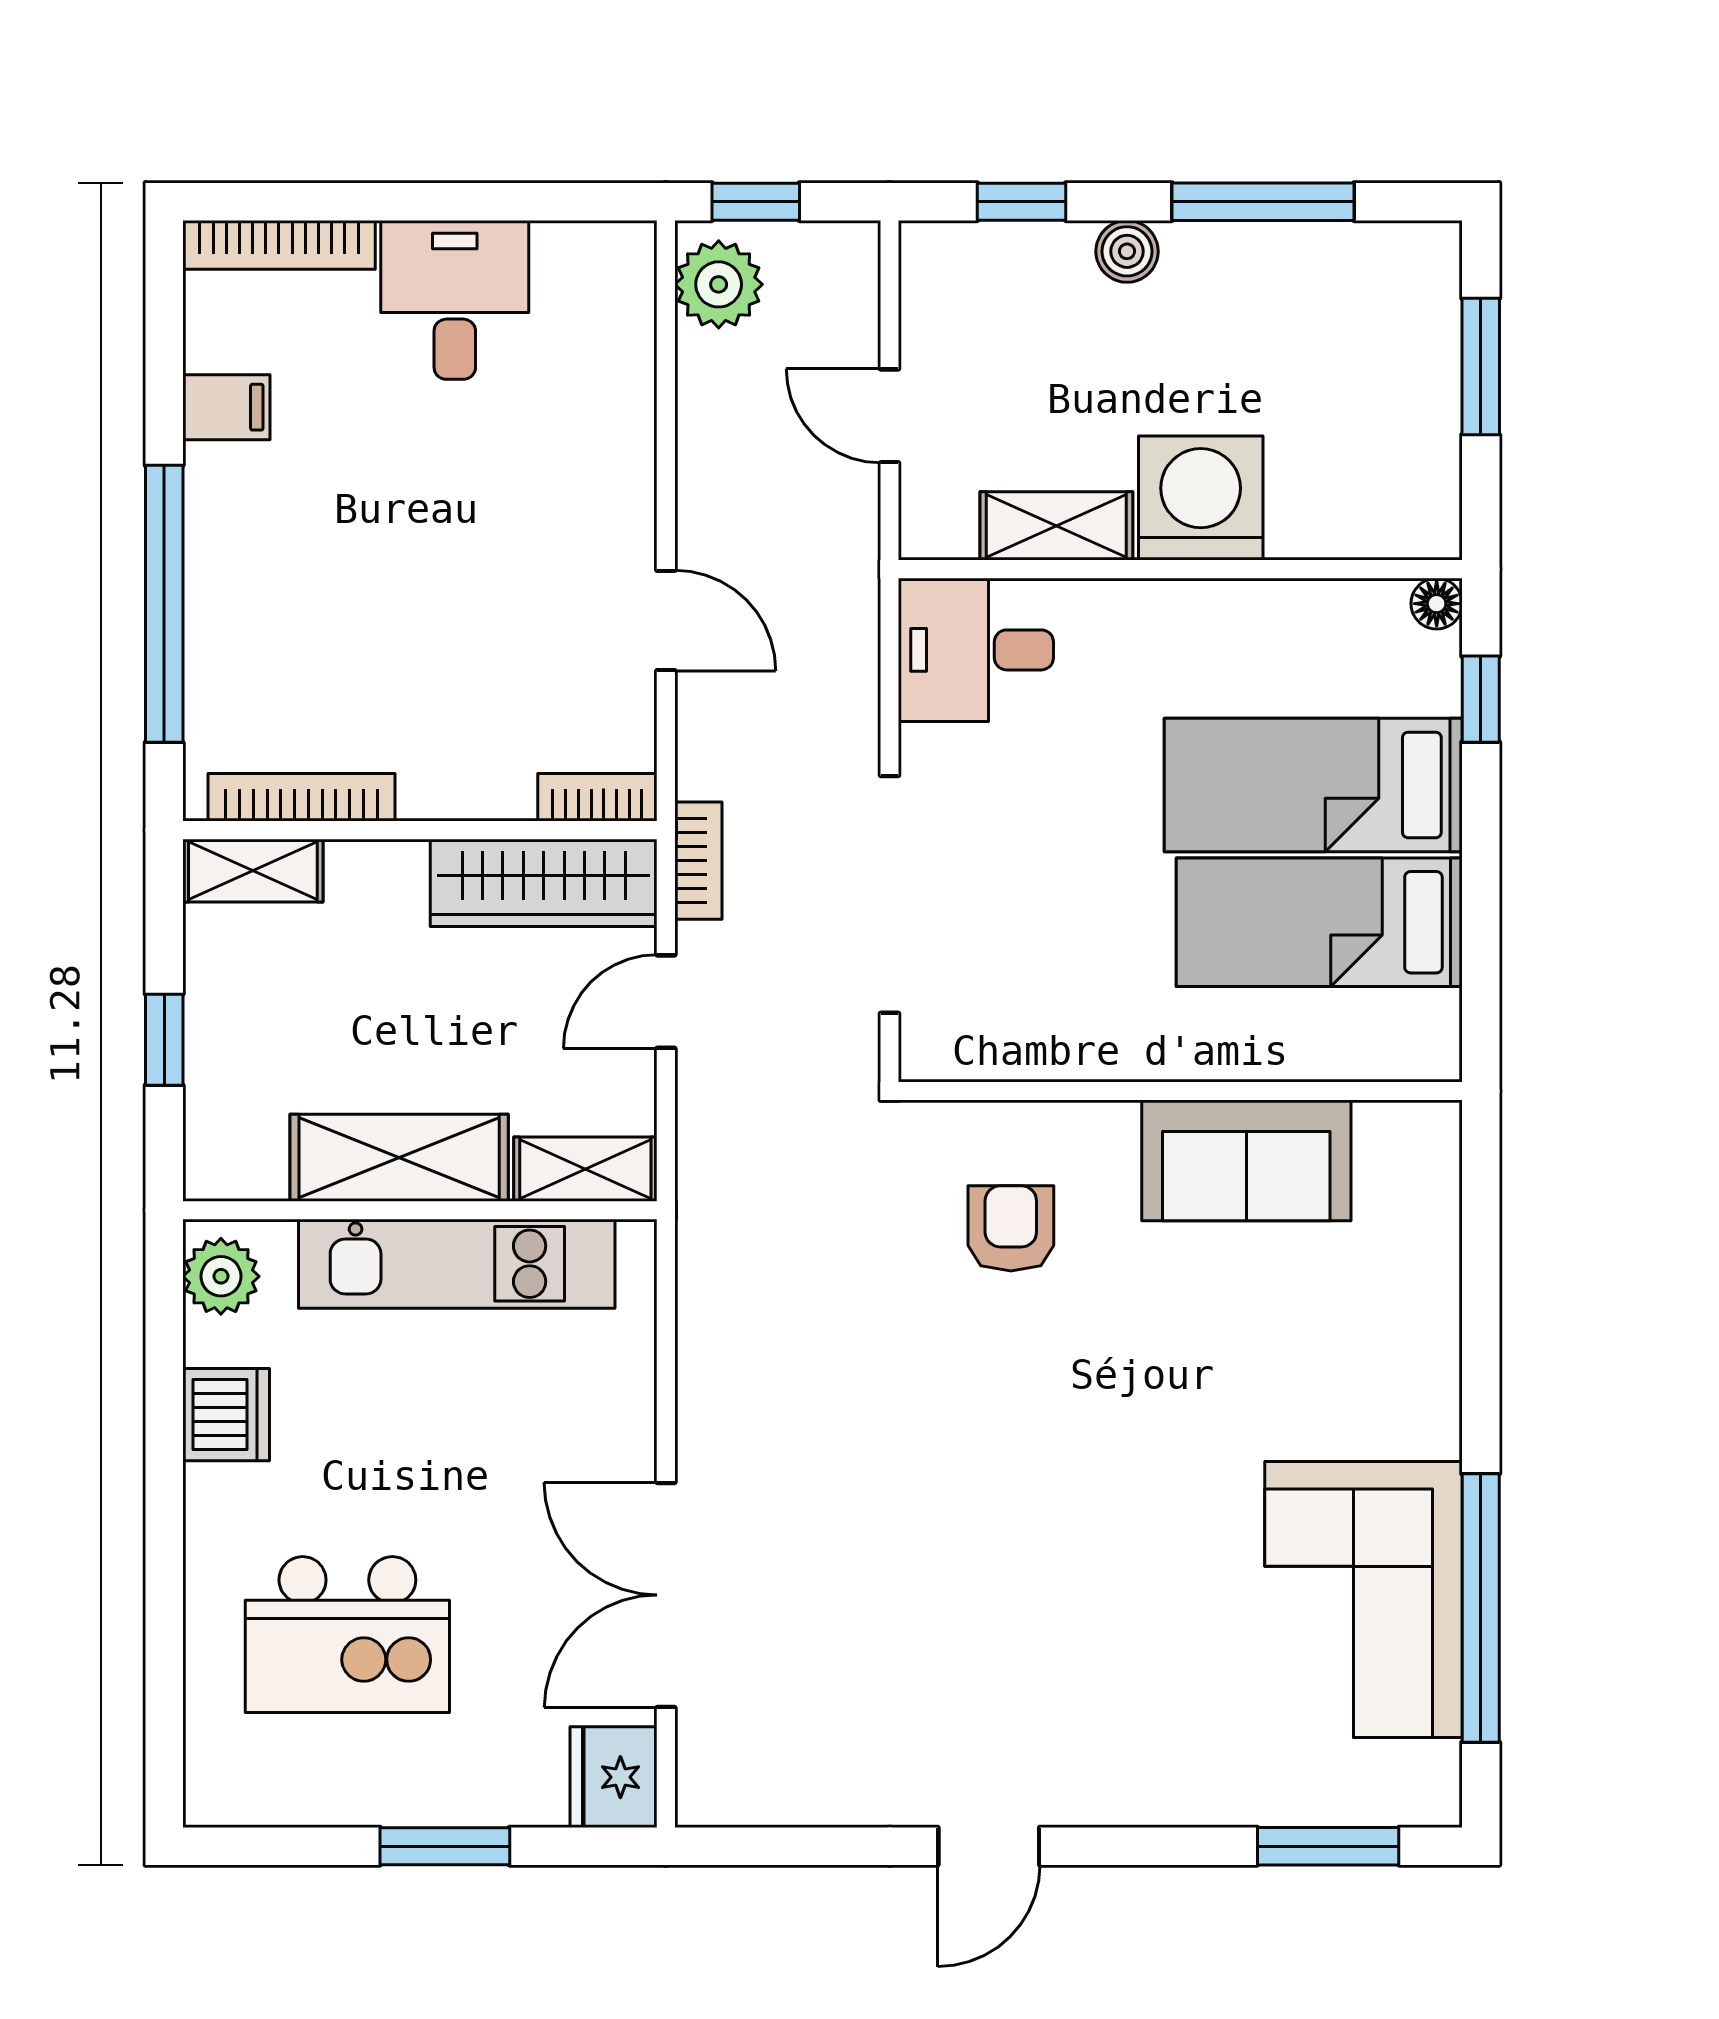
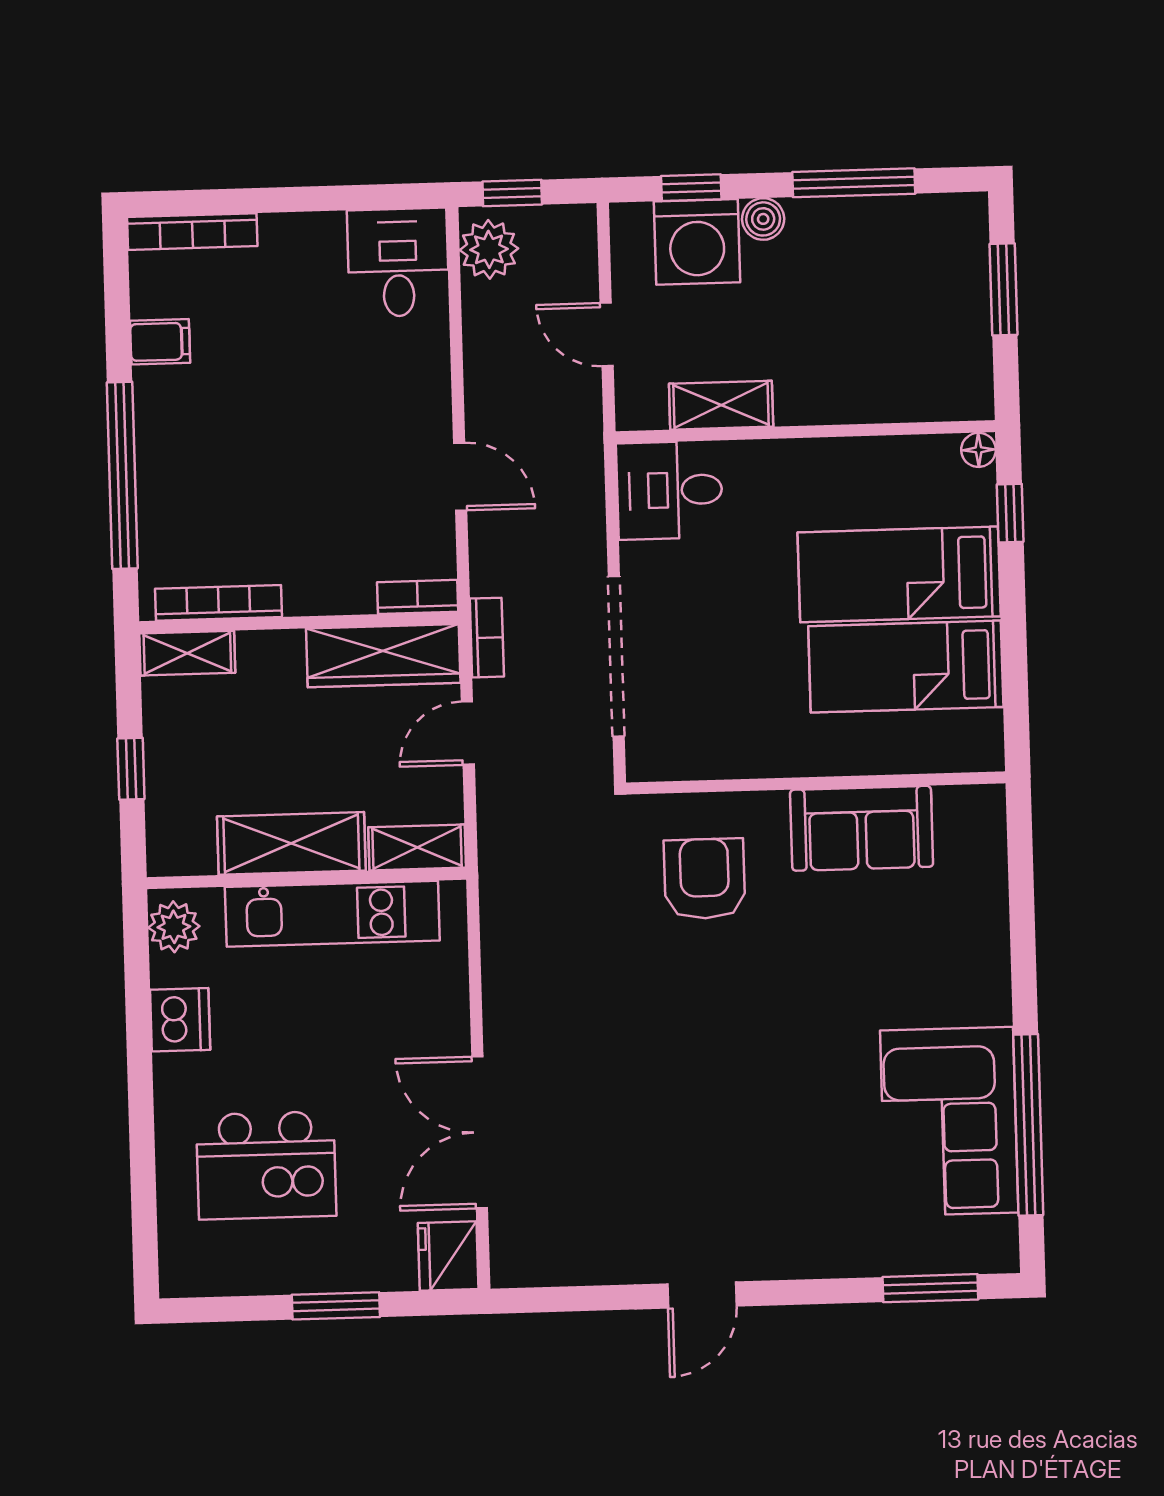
desk: (455, 300) -> (398, 262), moved
washing machine: (1201, 498) -> (697, 242), moved, turned 180
armchair: (1011, 1228) -> (704, 879), width x1.38, depth x1.38

